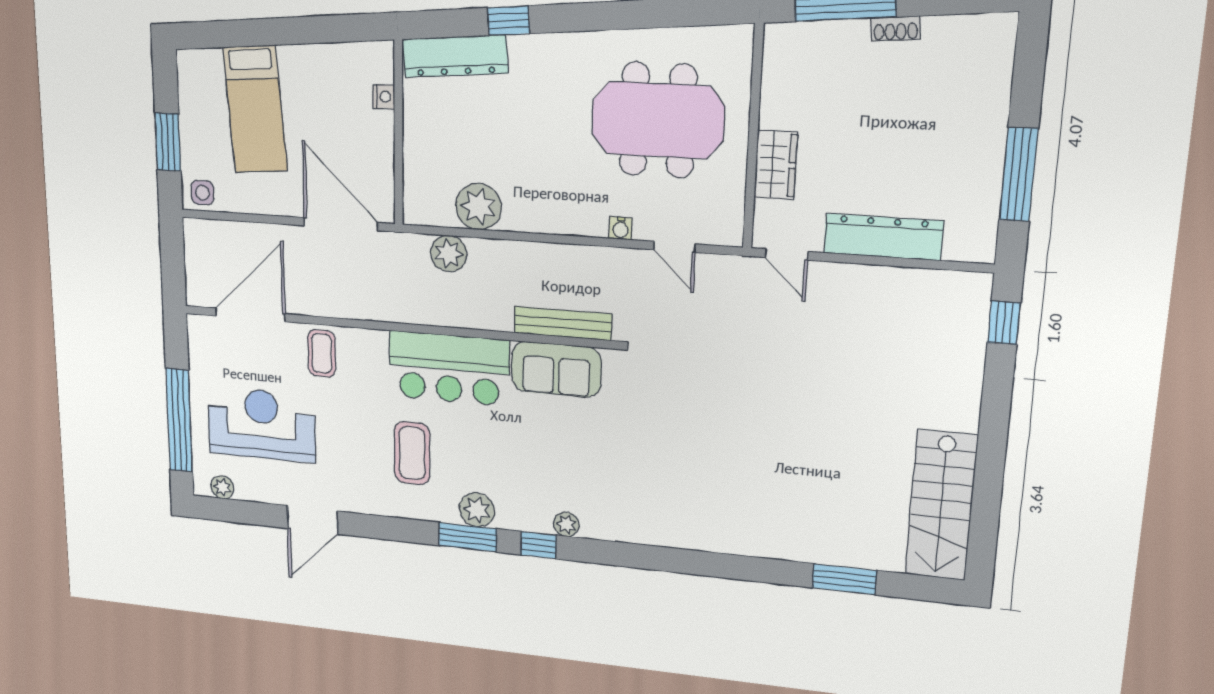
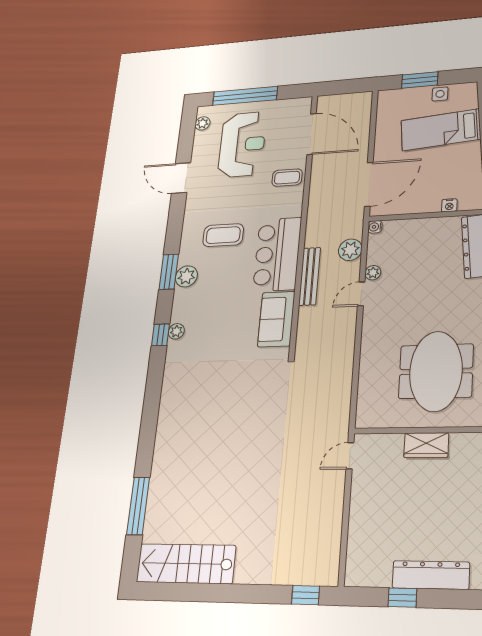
wardrobe: (776, 165) -> (426, 445), moved
window: (1019, 174) -> (402, 598), width x0.46
side table: (202, 193) -> (440, 94), moved
plant: (479, 207) -> (373, 273), width x0.53, depth x0.53
water cooler: (621, 228) -> (375, 227), moved
dresser: (883, 237) -> (431, 575), moved, turned -90
door: (674, 247) -> (361, 294), moved
bench: (563, 324) -> (309, 276), moved
window: (538, 545) -> (161, 335), moved
window: (844, 579) -> (138, 506), width x1.44

